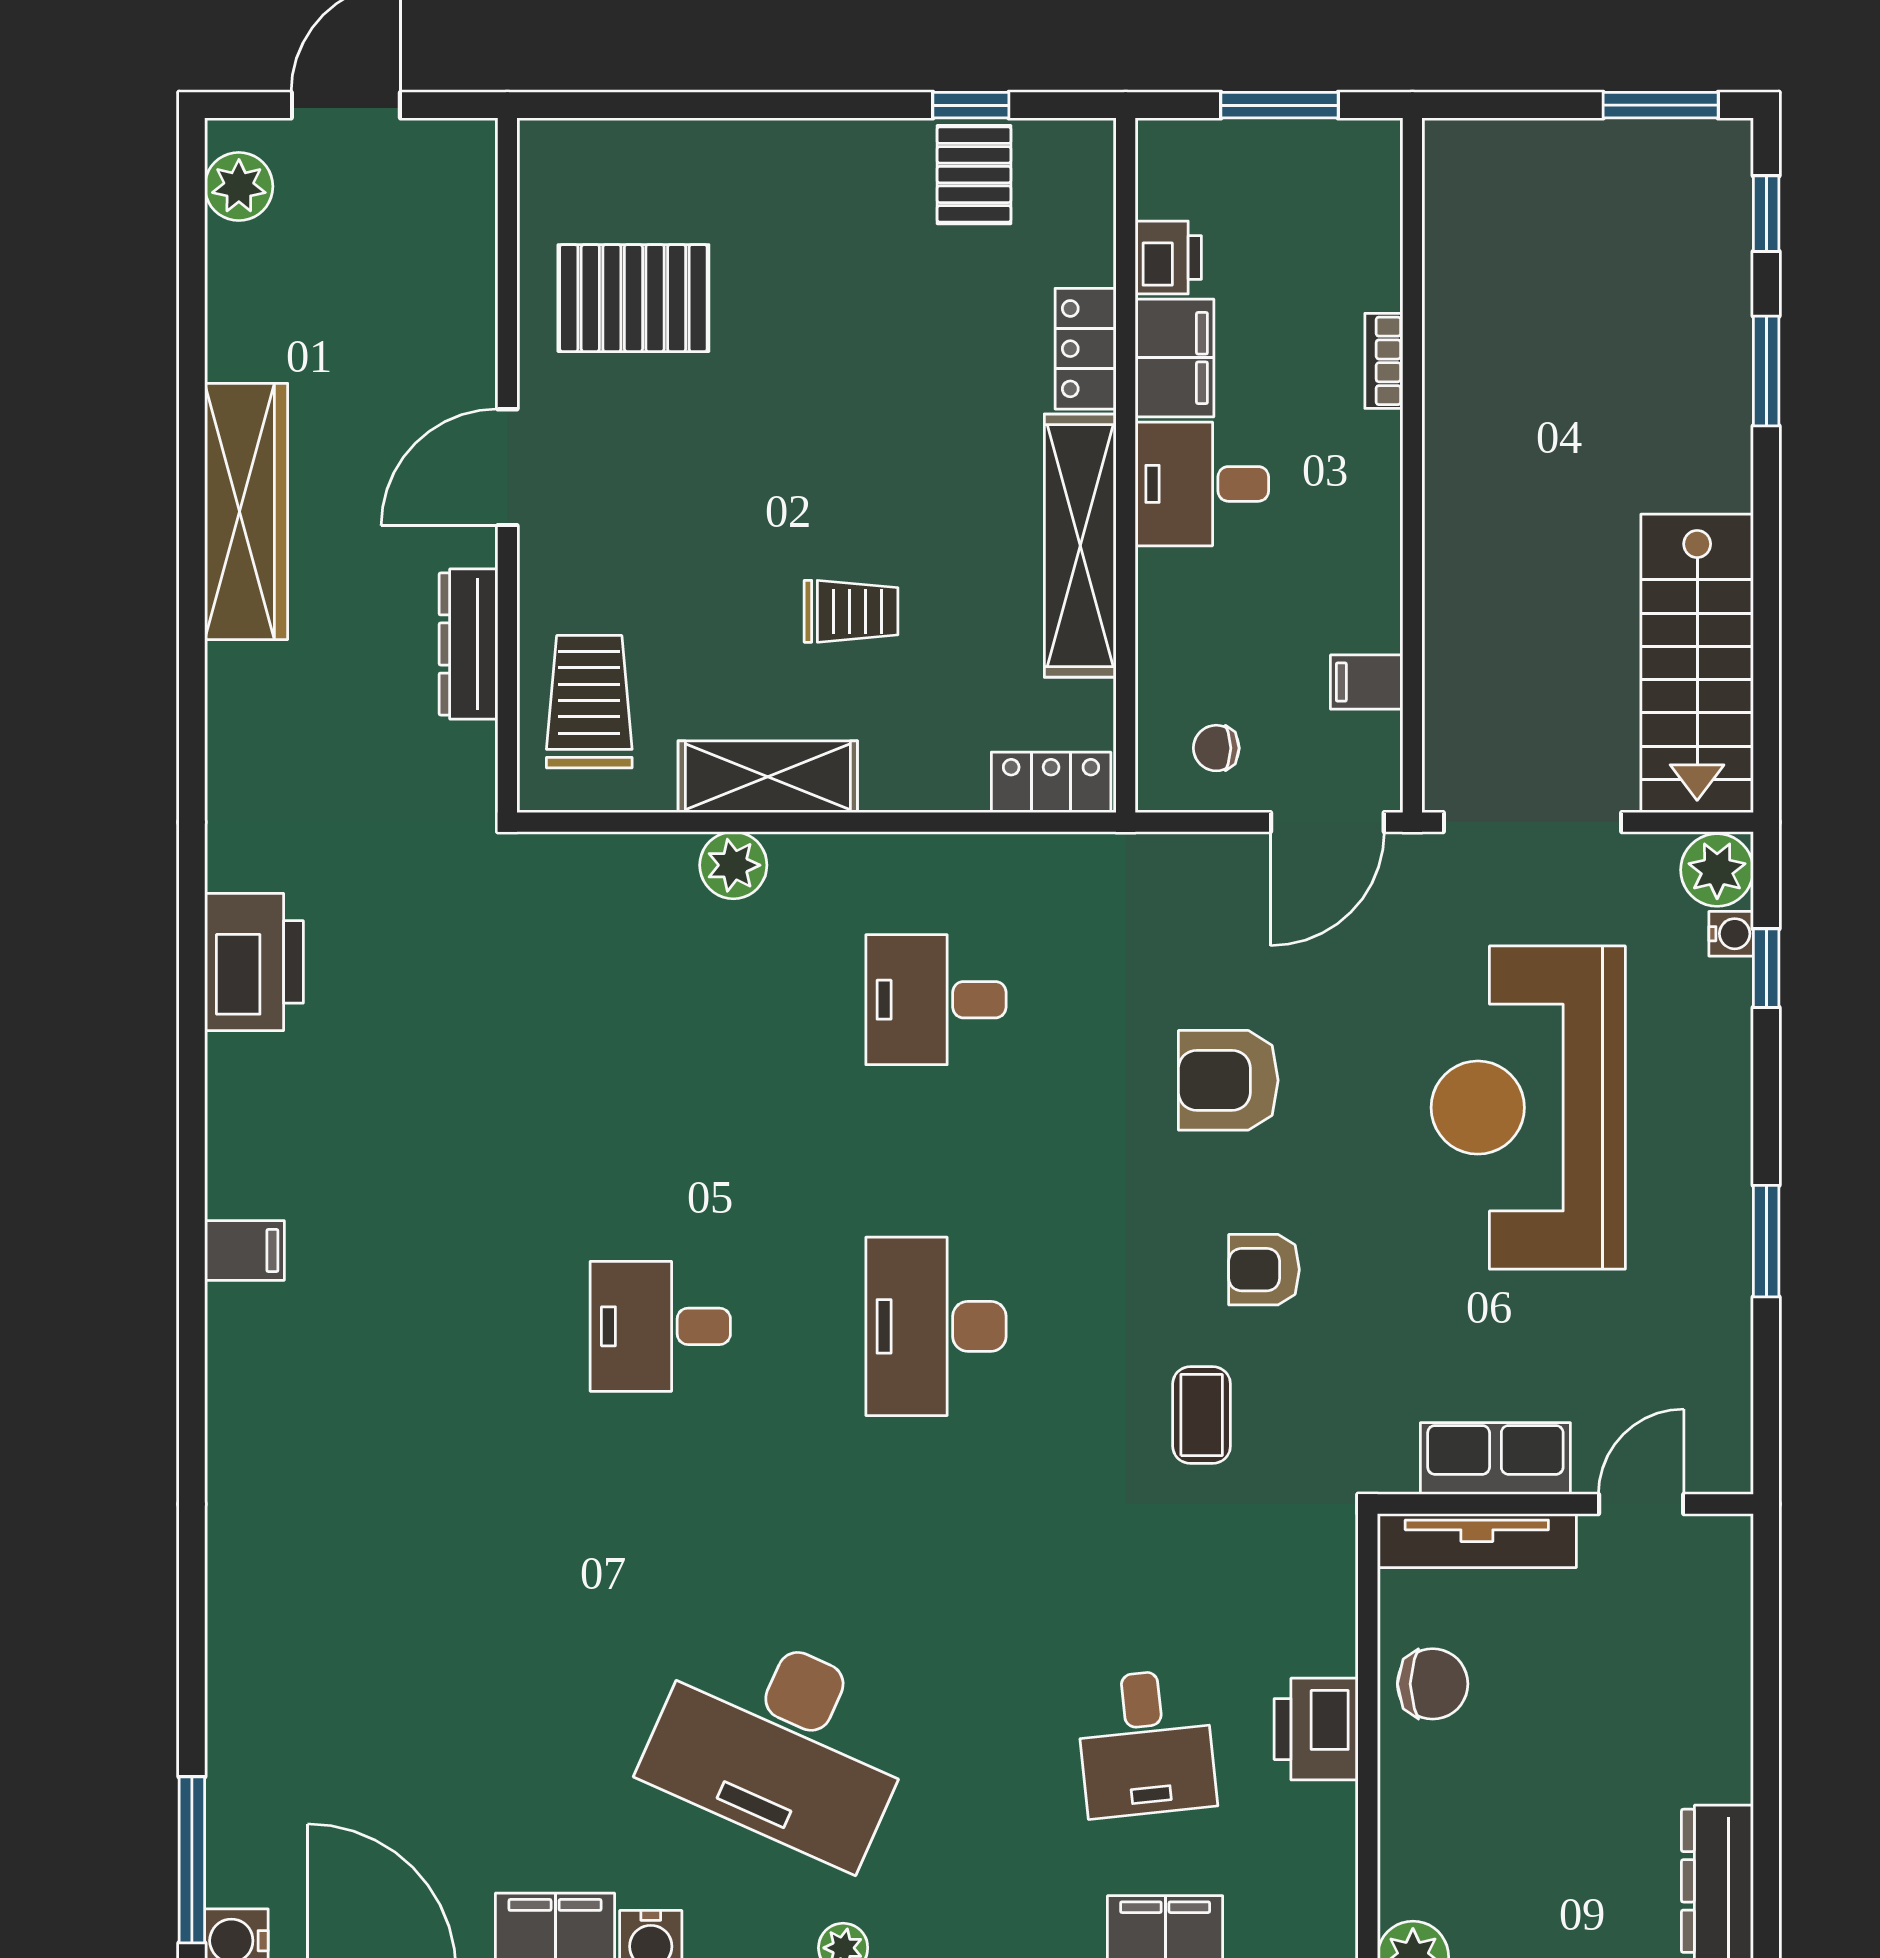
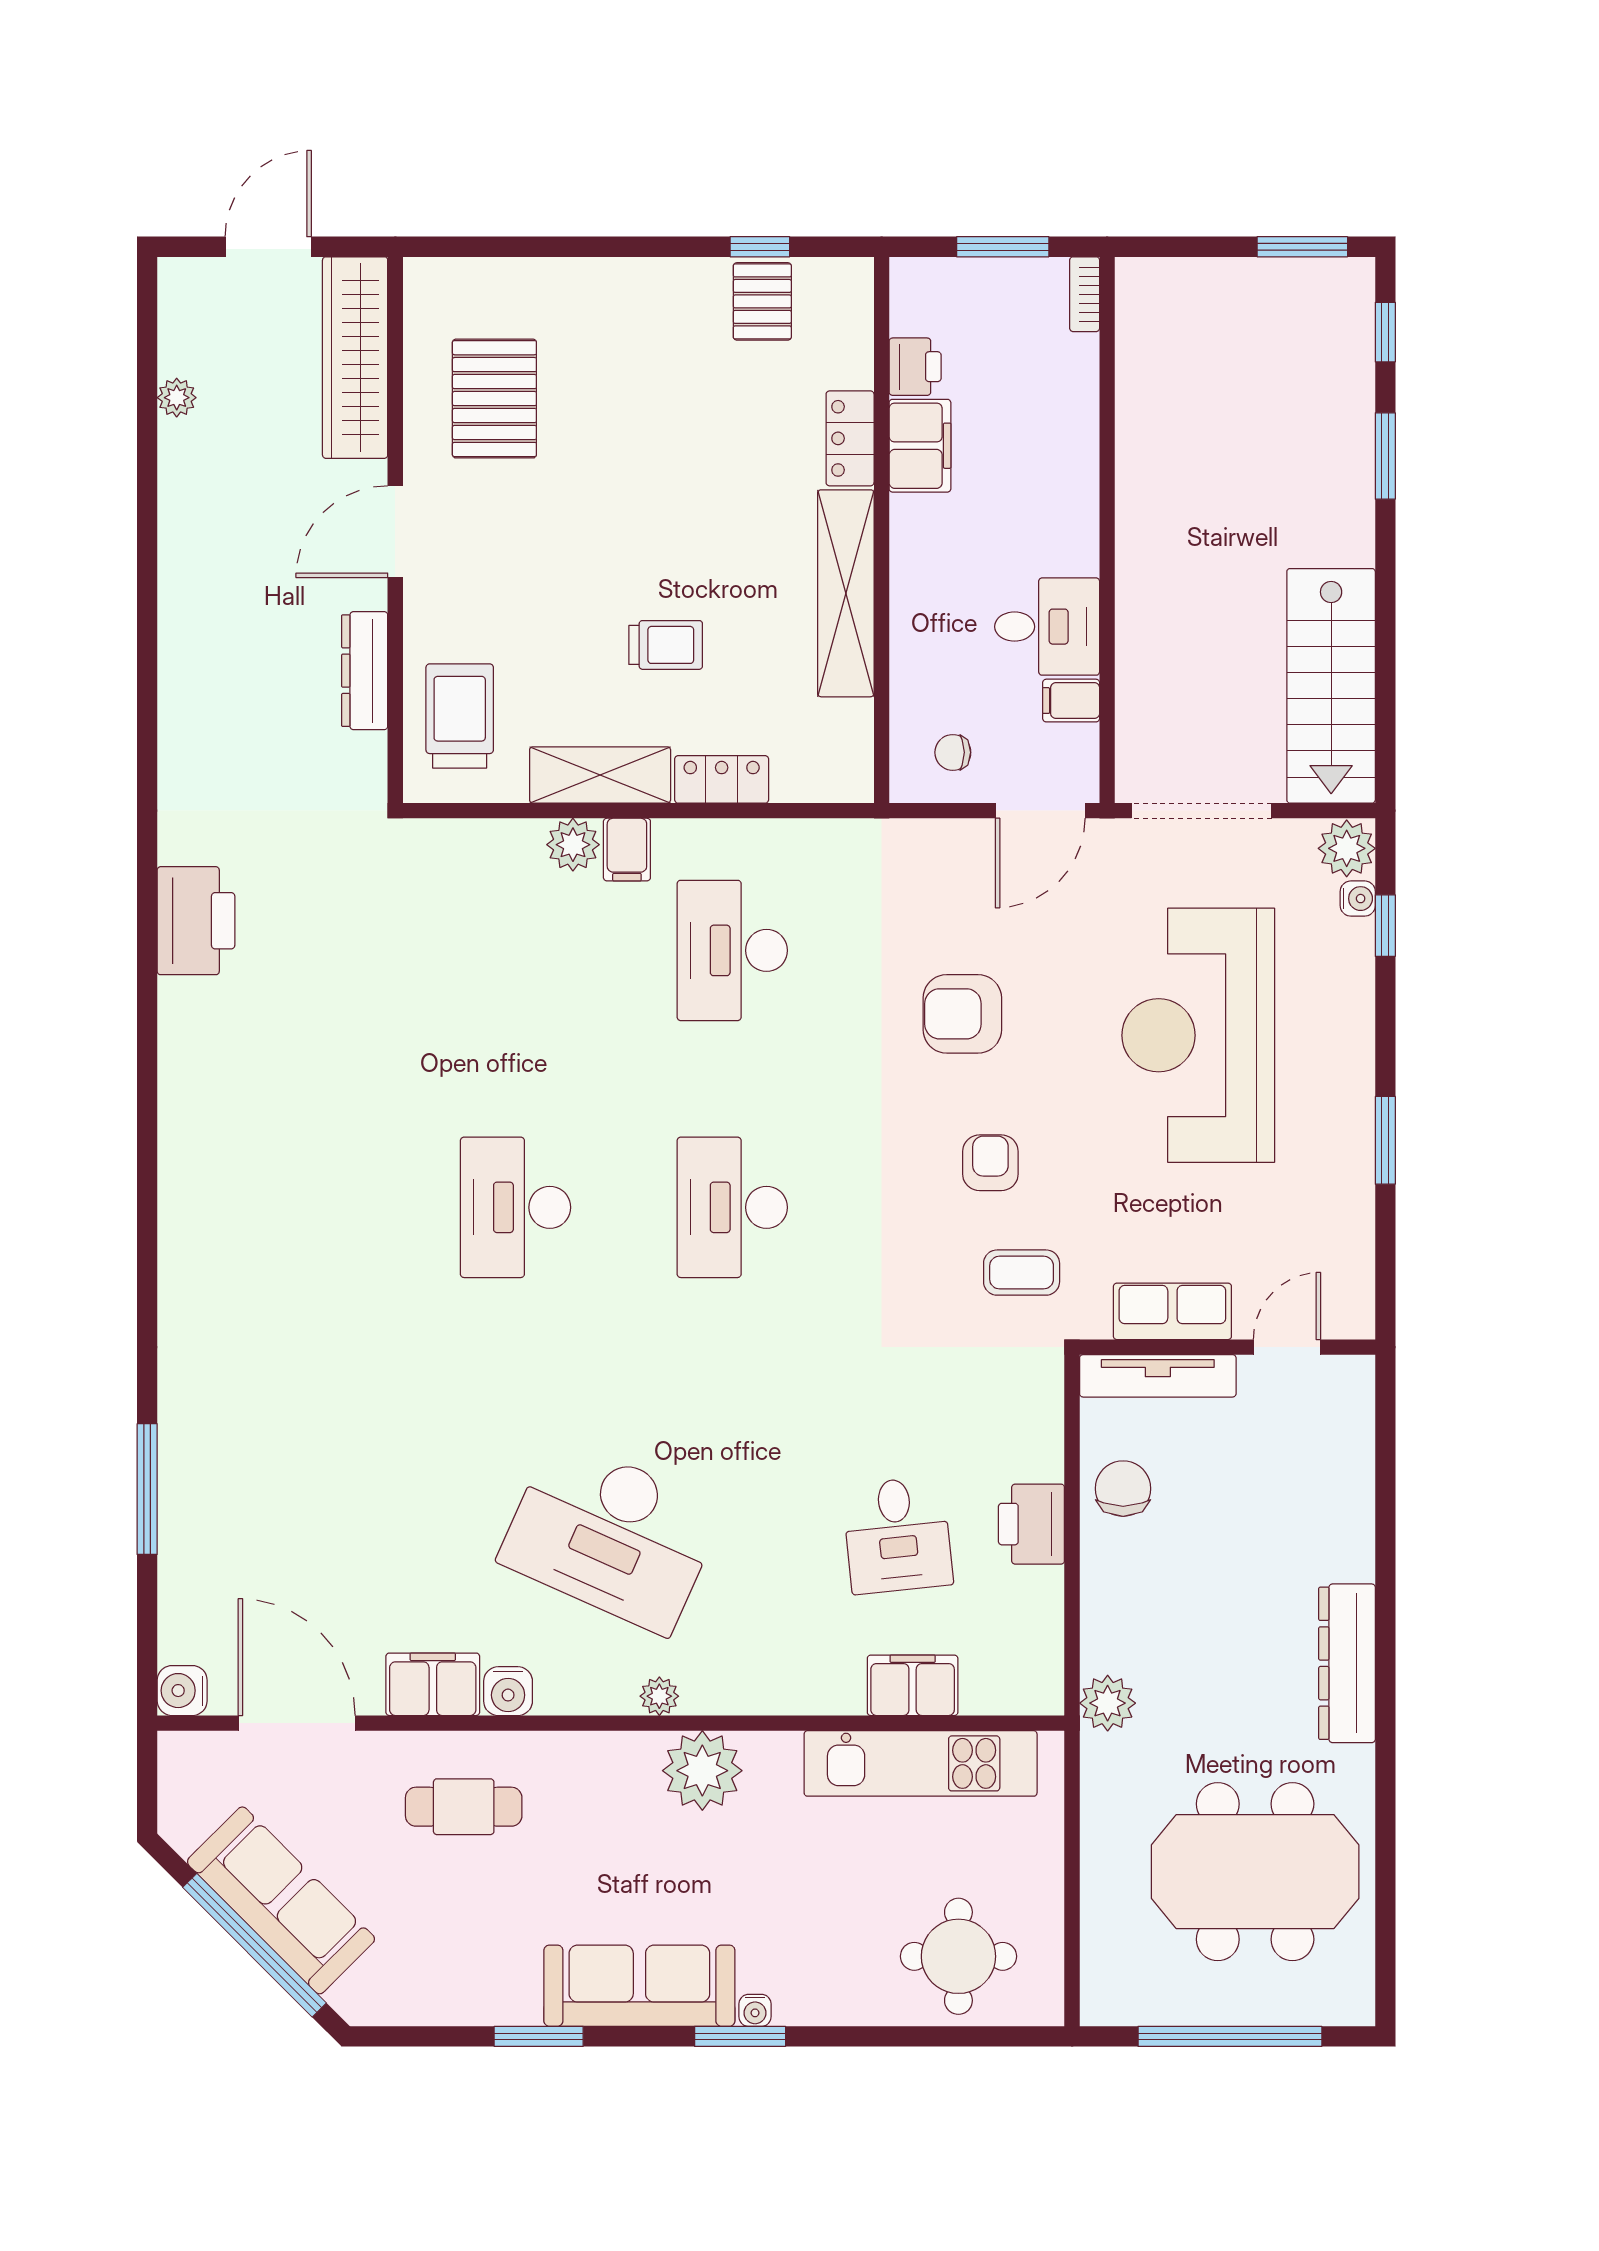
plant: (239, 186) -> (177, 398), moved, width x0.73, depth x0.73
pallet: (633, 298) -> (494, 399), turned 90
bookcase: (1384, 361) -> (1085, 294), moved
desk: (1202, 484) -> (1047, 627), moved, turned 180
wardrobe: (246, 511) -> (355, 358), moved, turned 180
locker: (1051, 782) -> (722, 779), moved
desk: (936, 1000) -> (732, 950), width x1.37
filing cabinet: (244, 1250) -> (627, 850), moved, turned 90
armchair: (1264, 1270) -> (990, 1163), turned 90
desk: (660, 1326) -> (516, 1207), width x1.37
coffee table: (1202, 1415) -> (1022, 1273), moved, turned 90
chair: (1433, 1684) -> (1123, 1489), turned -90
window: (192, 1860) -> (147, 1489), moved

